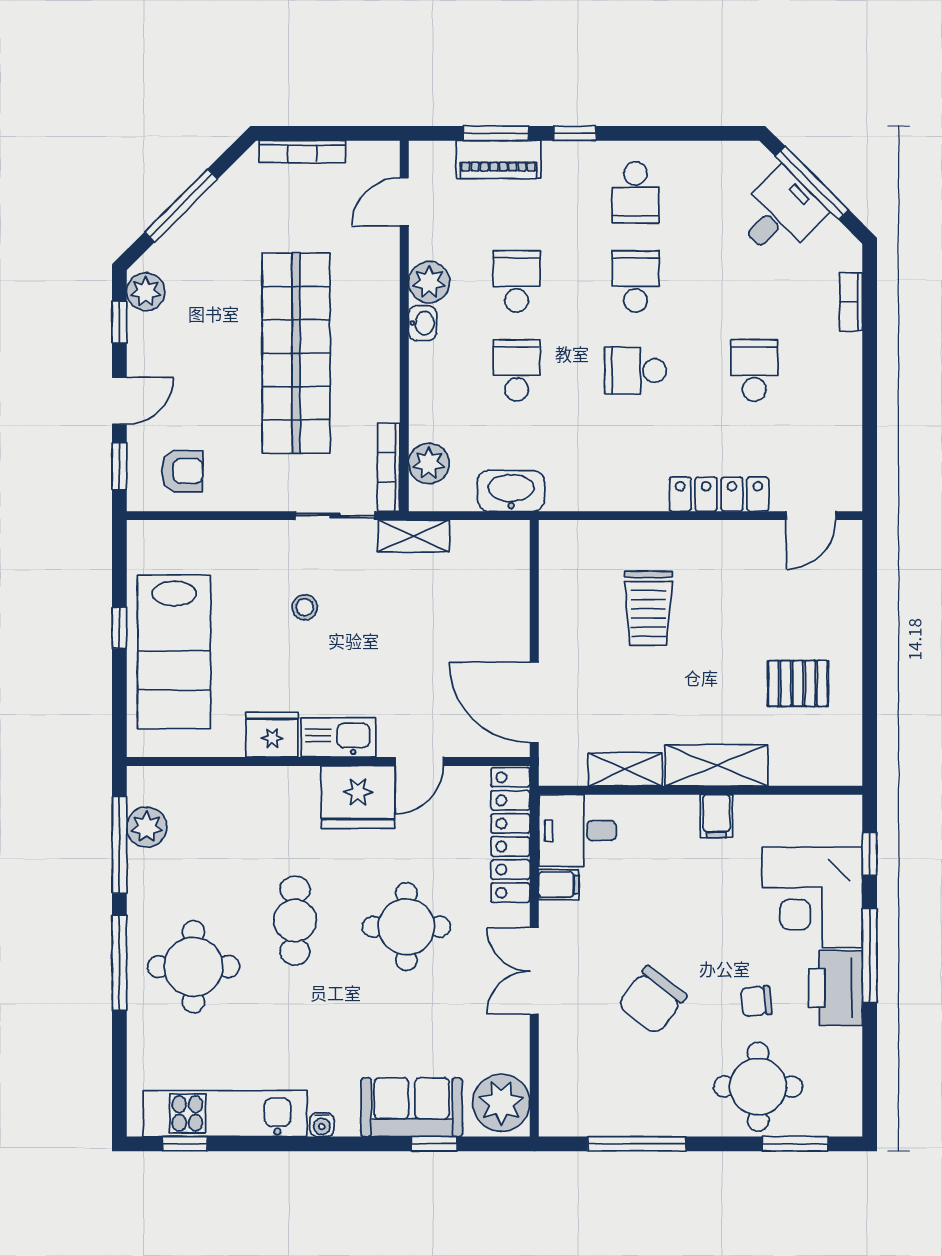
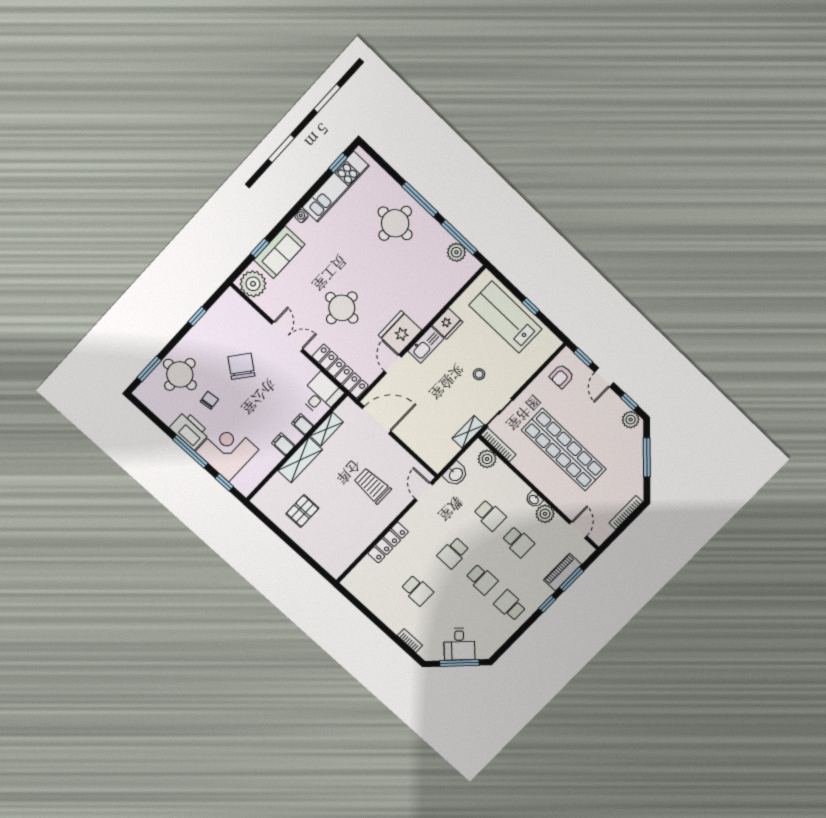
school desk: (635, 370) -> (453, 553), turned 180
washbasin: (511, 491) -> (456, 474), width x0.72
door: (811, 516) -> (424, 492), moved
filing cabinet: (559, 885) -> (303, 425), moved, turned 90
cafe table: (295, 921) -> (379, 272), removed
window: (637, 1144) -> (197, 316), width x0.46

